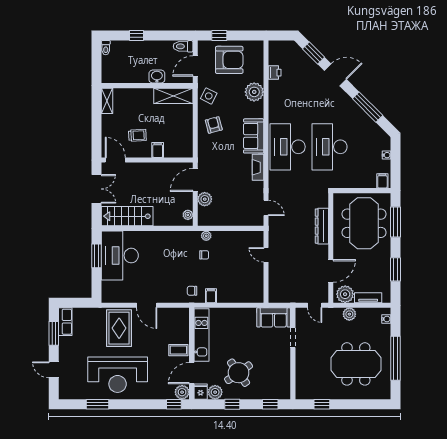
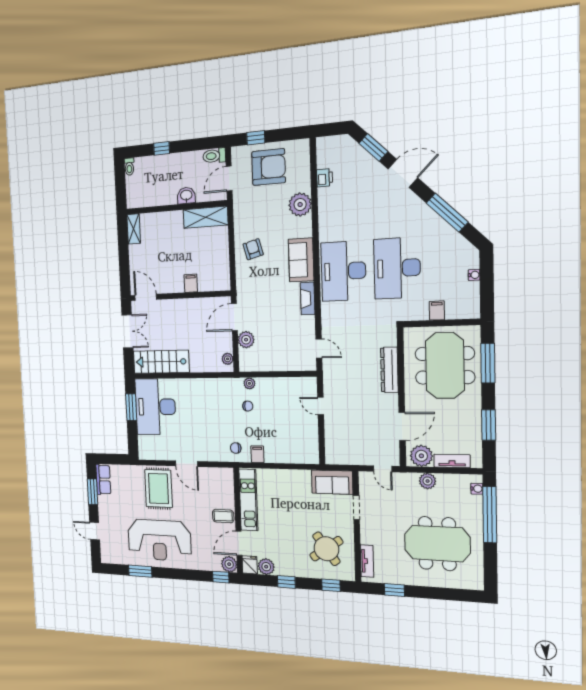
side table: (209, 96) -> (246, 214), removed
trolley: (137, 135) -> (168, 267), removed
filing cabinet: (382, 181) -> (437, 311), moved
window: (395, 358) -> (490, 515), moved
round table: (239, 373) -> (326, 549), moved
tv unit: (300, 382) -> (367, 561), added

